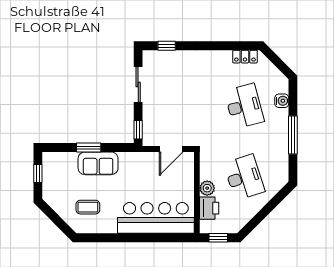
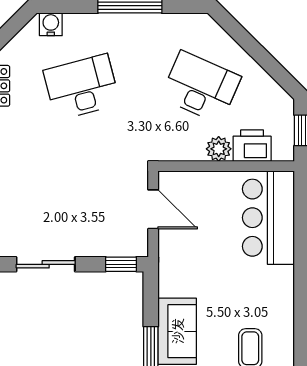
water cooler: (282, 101) -> (51, 24), moved
desk: (244, 177) -> (201, 87), turned 42
bar counter: (156, 218) -> (268, 218), width x0.73

